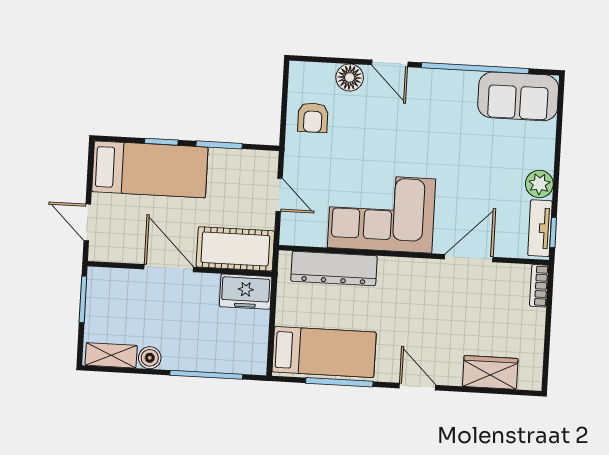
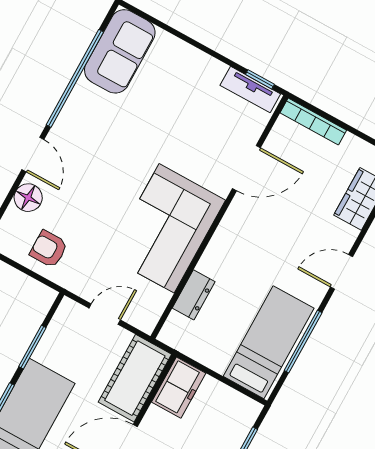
door: (390, 63) -> (33, 155), hinge flipped
armchair: (313, 118) -> (49, 249), turned 180
plant: (539, 184) -> (210, 71), removed
door: (469, 258) -> (246, 168), swing flipped
dresser: (334, 268) -> (194, 295), width x0.51, depth x0.80
bookcase: (539, 286) -> (313, 122), width x1.56

